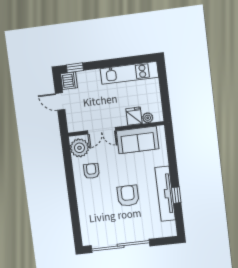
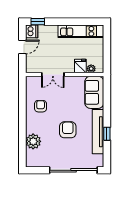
door: (60, 102) -> (22, 47), swing flipped
sofa: (138, 140) -> (94, 92), moved, turned 90
plant: (79, 148) -> (33, 141), moved
sliding door: (121, 246) -> (73, 170), moved

